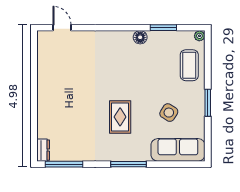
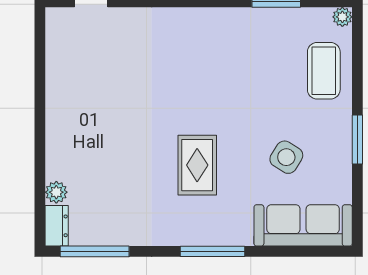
floor lamp: (140, 37) -> (234, 20), removed
plant: (43, 132) -> (56, 192), added

